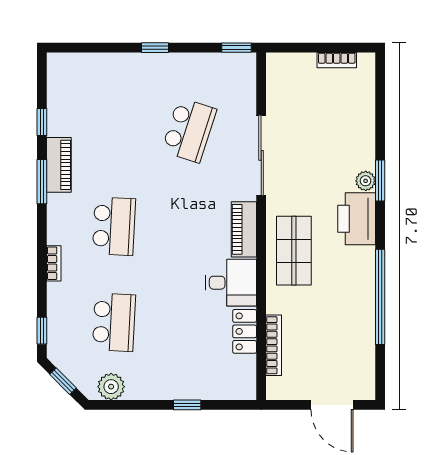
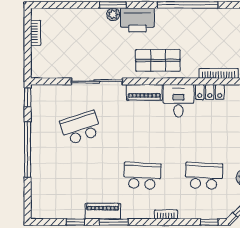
window: (155, 48) -> (28, 149), width x3.17
school desk: (189, 130) -> (81, 128), turned -36

